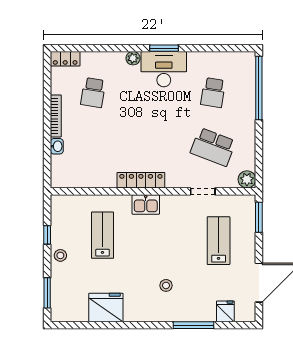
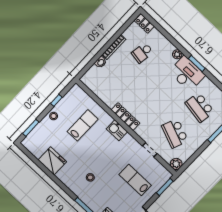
school desk: (213, 93) -> (200, 107), width x1.85
lab bench: (219, 241) -> (135, 180), turned -90

